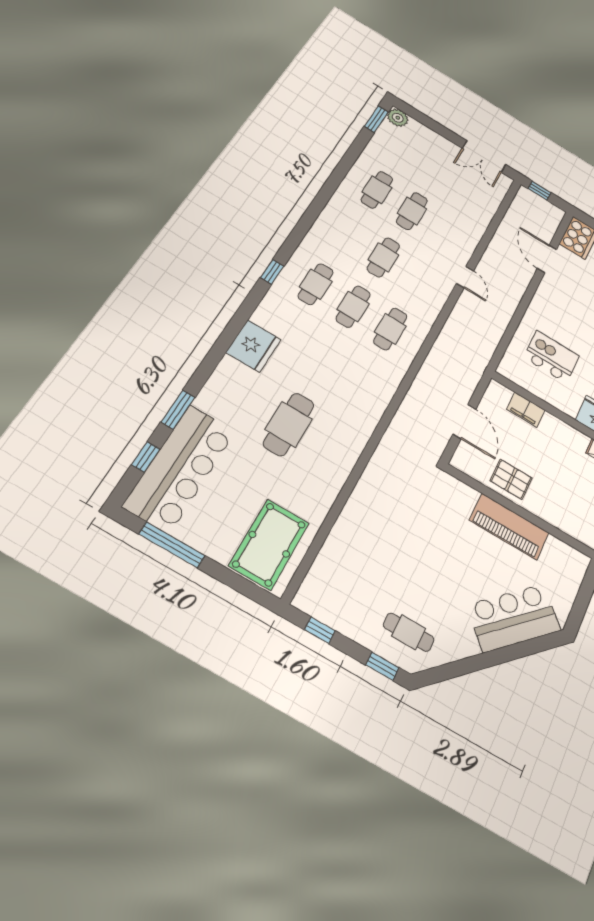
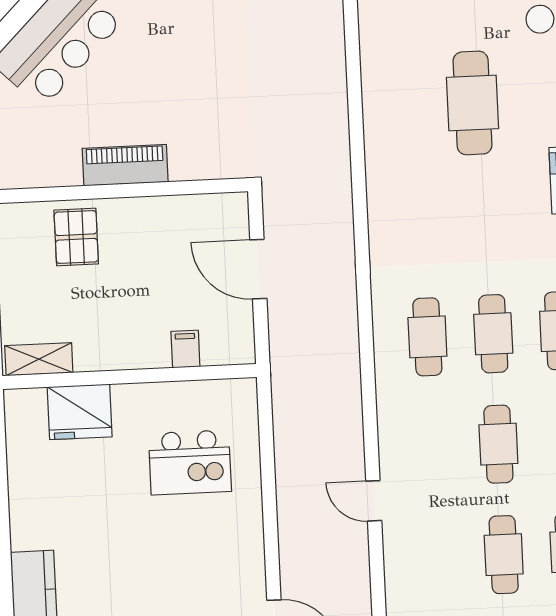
filing cabinet: (526, 410) -> (185, 349), width x0.50
pallet: (511, 479) -> (76, 237), moved, turned 90
piano: (509, 526) -> (125, 165), width x0.73, depth x0.75

